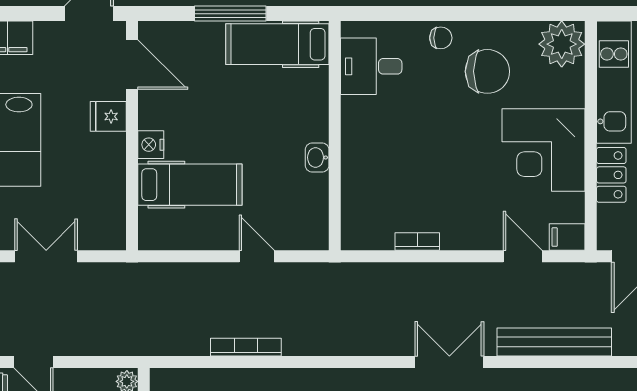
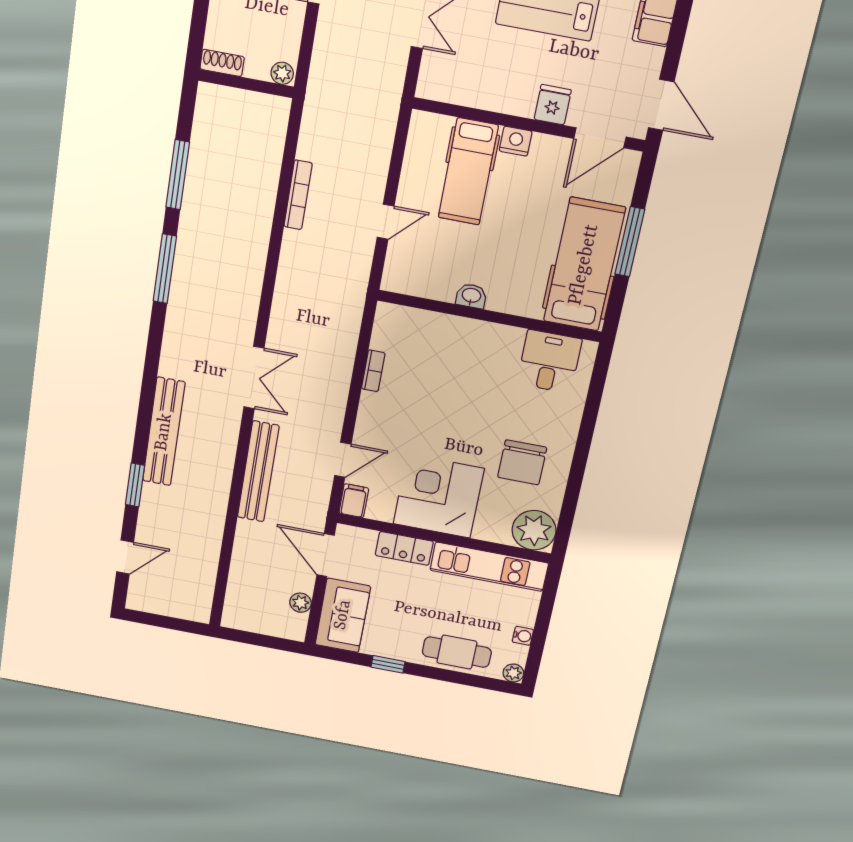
chair: (441, 38) -> (563, 428), removed
hospital bed: (277, 44) -> (584, 265), width x1.37, depth x1.29

